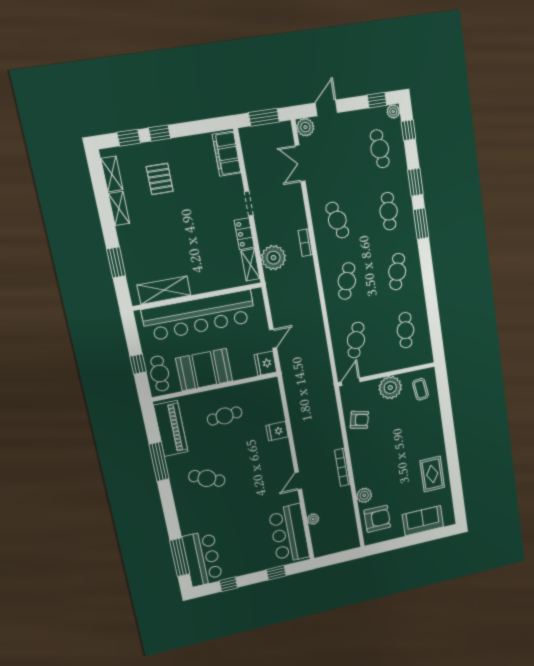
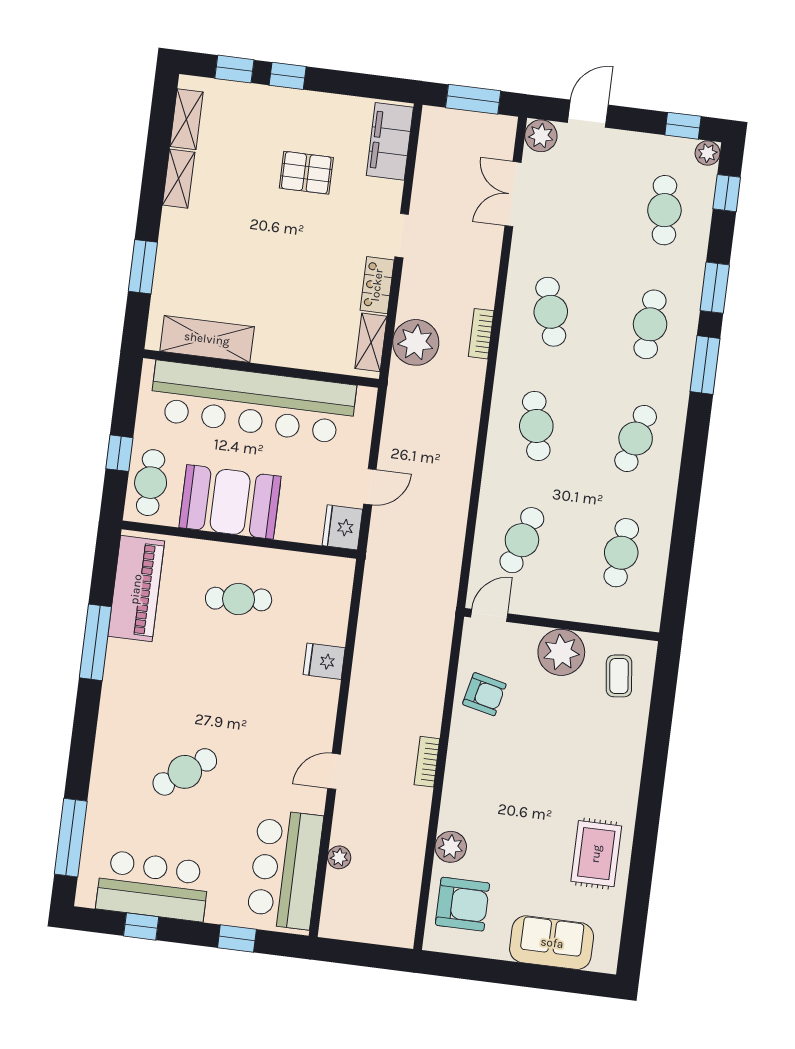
pallet: (160, 179) -> (306, 173), moved, turned 90
cafe table: (347, 281) -> (536, 426), turned -30
bookcase: (342, 467) -> (427, 762), width x0.64
cafe table: (207, 478) -> (185, 772), moved, turned -61
bar counter: (202, 559) -> (153, 886), moved, turned -90

